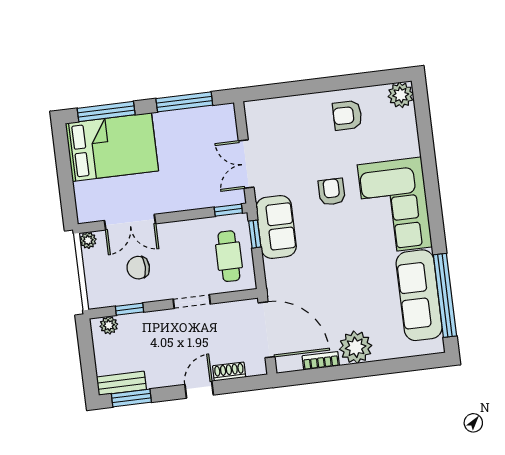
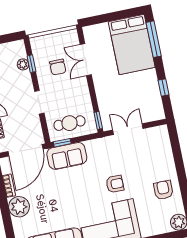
window: (184, 102) -> (164, 88), width x0.46
sofa: (276, 227) -> (67, 156), moved
window: (255, 234) -> (62, 143), moved
plant: (88, 240) -> (72, 34), removed
chair: (138, 268) -> (58, 67), turned 180
plant: (109, 325) -> (23, 64), moved

